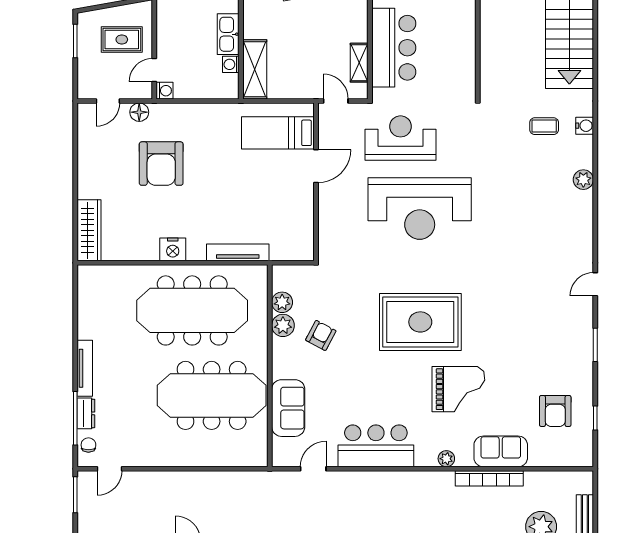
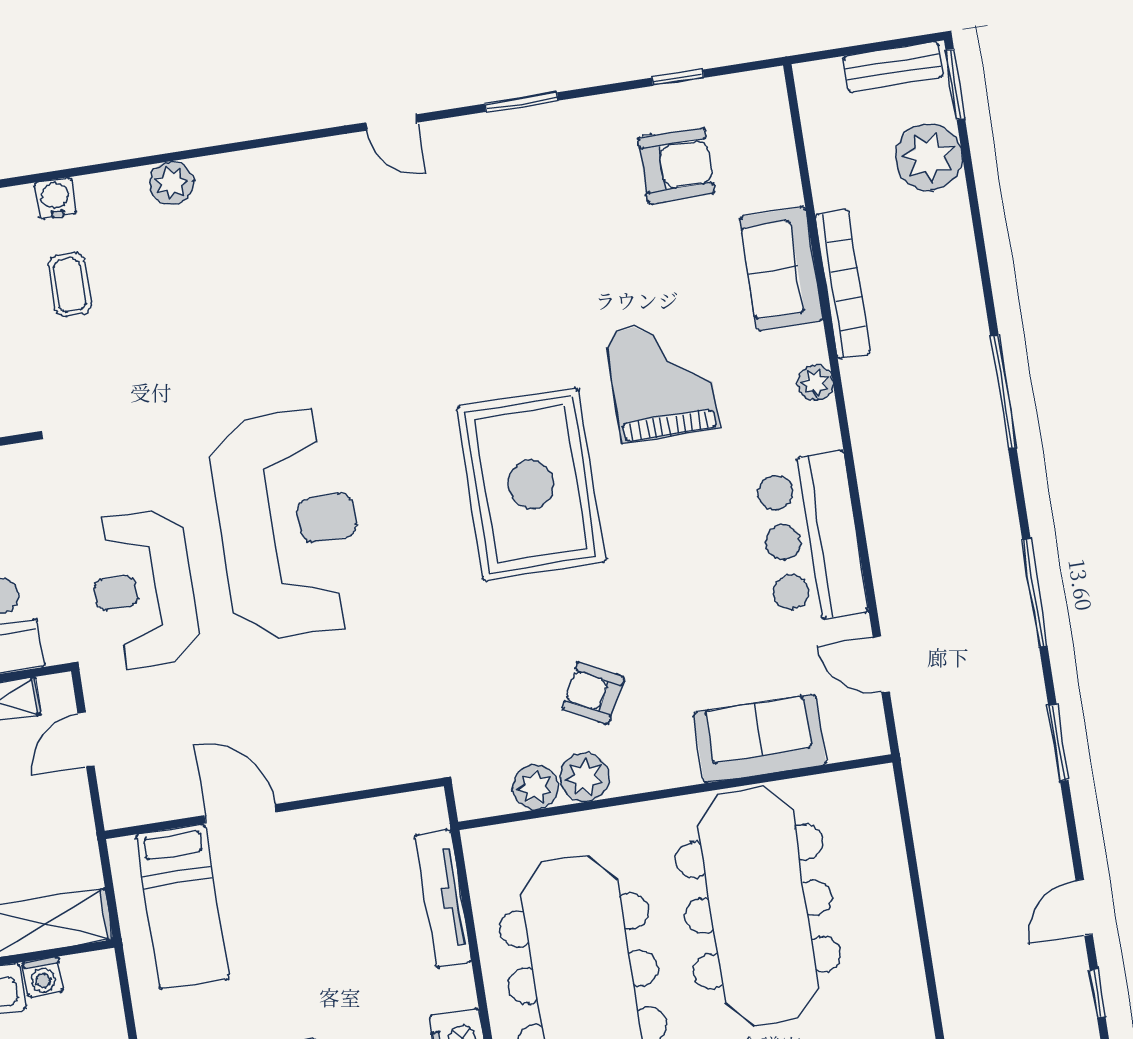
bed: (278, 133) -> (182, 907), moved
door: (316, 166) -> (240, 814), moved
wall: (316, 182) -> (274, 808), moved

